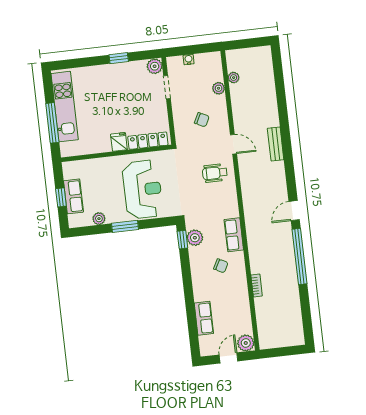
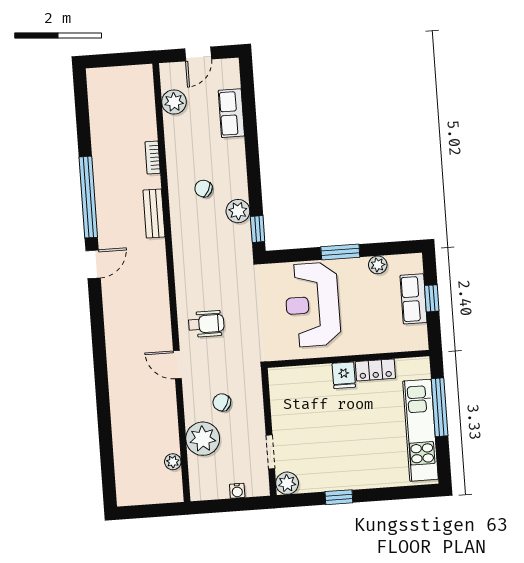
plant: (219, 88) -> (203, 439), width x1.87, depth x1.87
locker: (148, 141) -> (375, 370), moved, width x0.66
bench: (276, 144) -> (154, 213), moved
row of seats: (234, 235) -> (183, 233), removed
plant: (195, 238) -> (238, 211), moved
plant: (246, 343) -> (174, 102), moved

